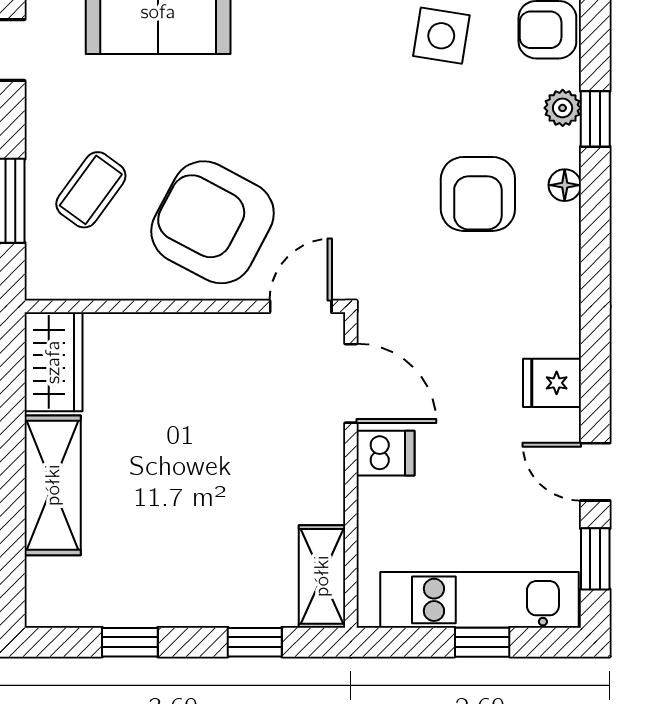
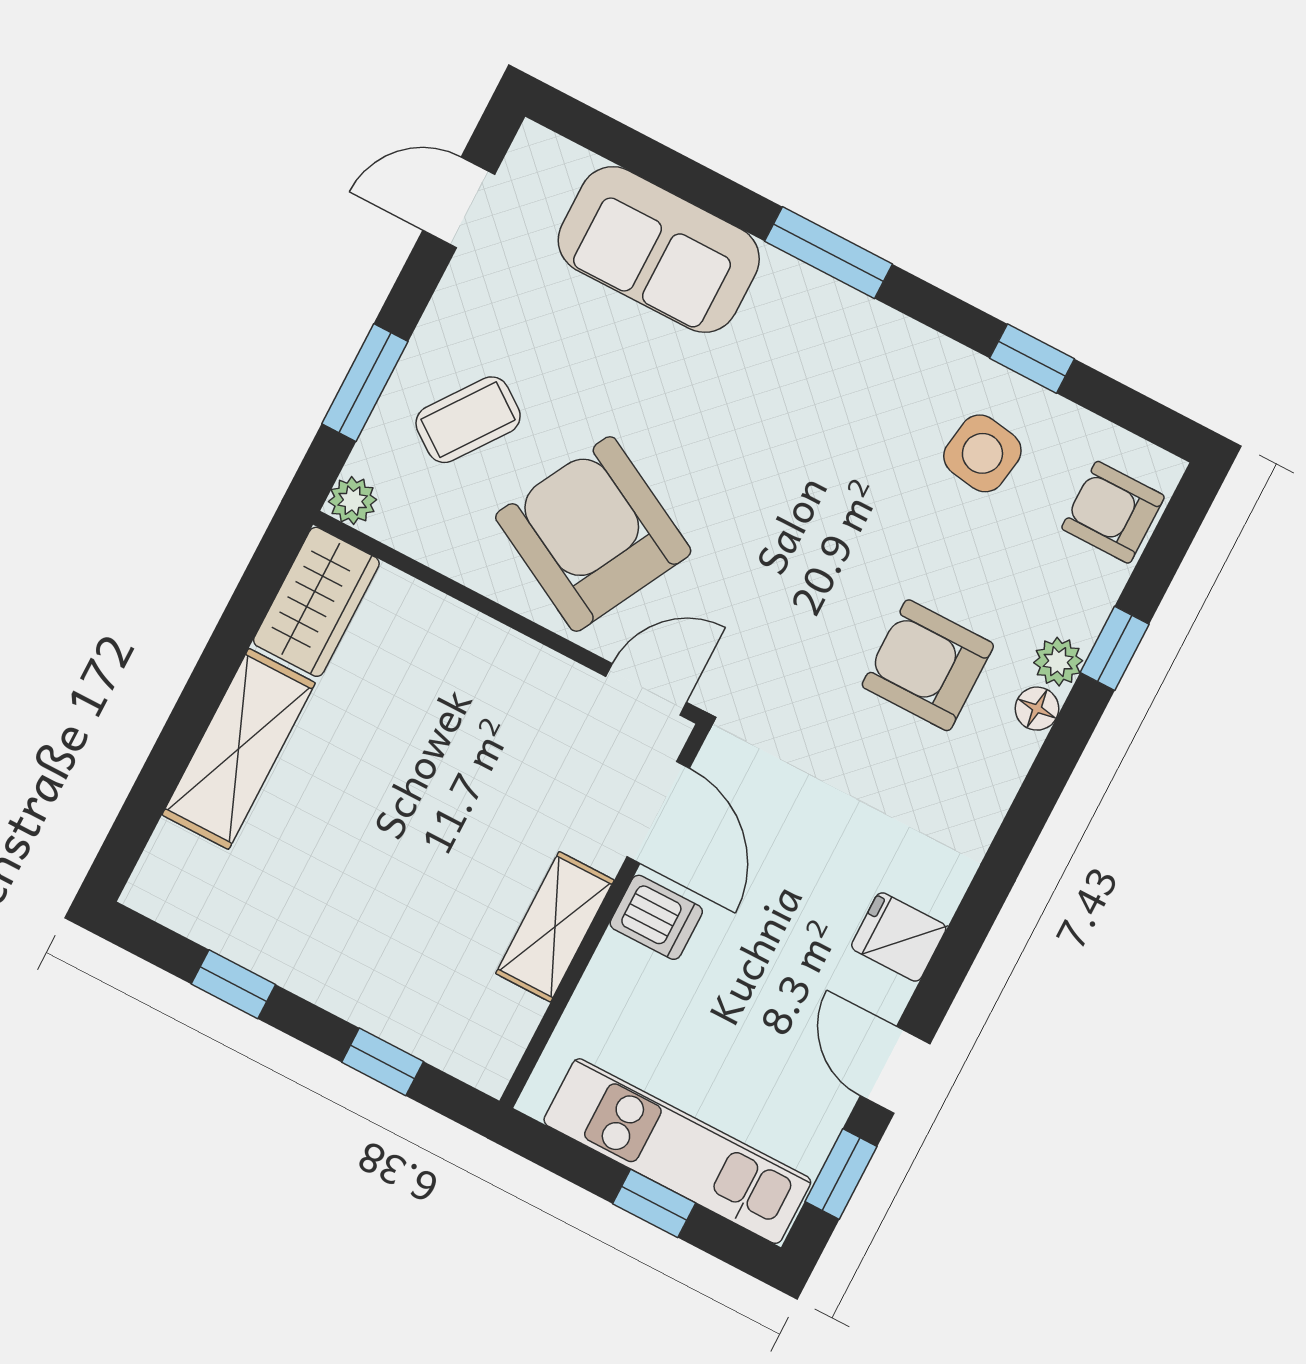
plant: (563, 108) -> (1058, 662), moved
armchair: (478, 194) -> (928, 665), turned 90
plant: (43, 283) -> (353, 501), added
shelving: (322, 576) -> (555, 927), moved

